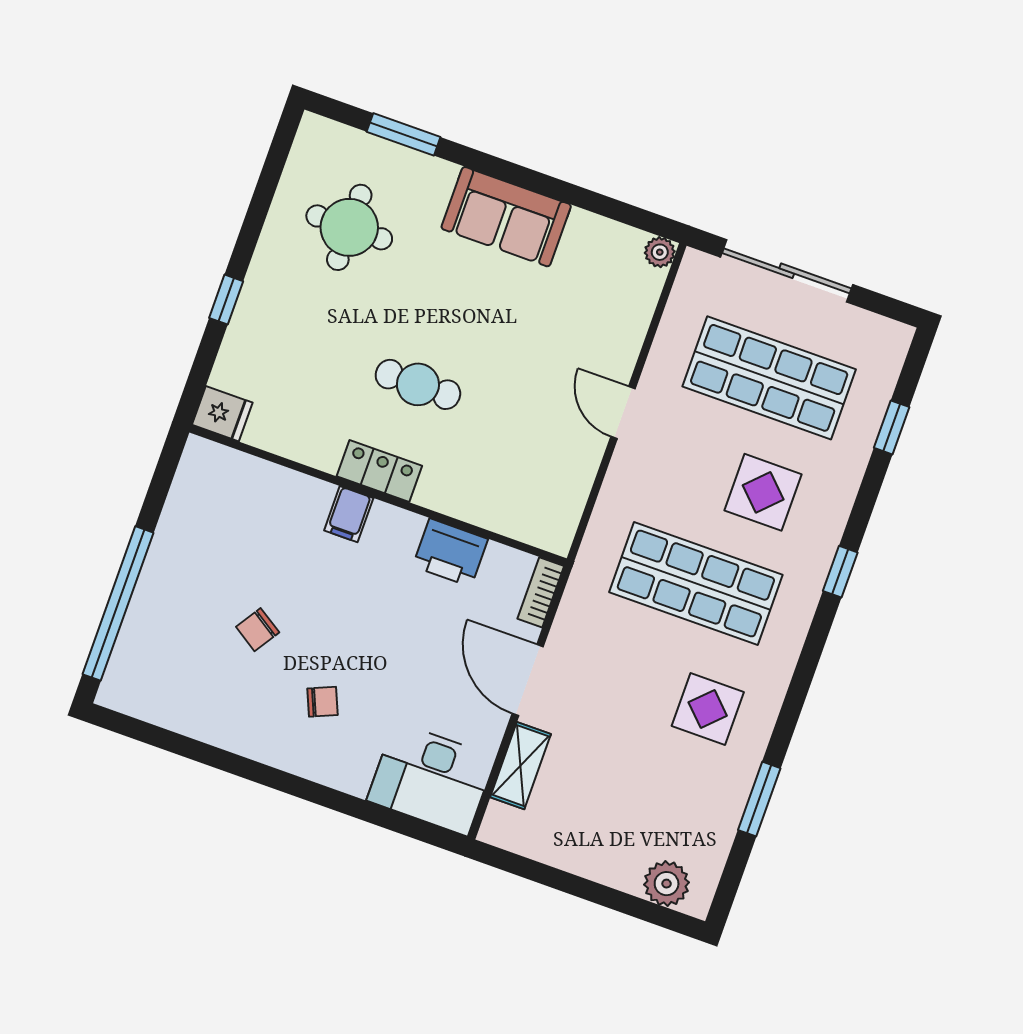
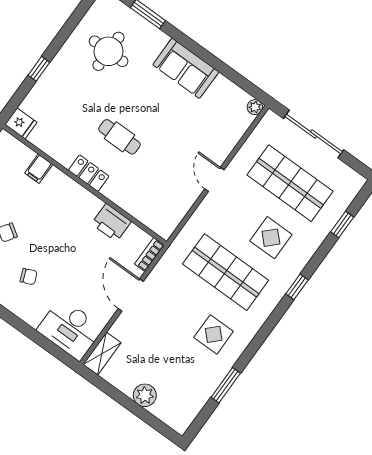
filing cabinet: (349, 514) -> (39, 169), moved
shelving: (521, 766) -> (102, 354), moved
plant: (667, 884) -> (145, 395), moved

